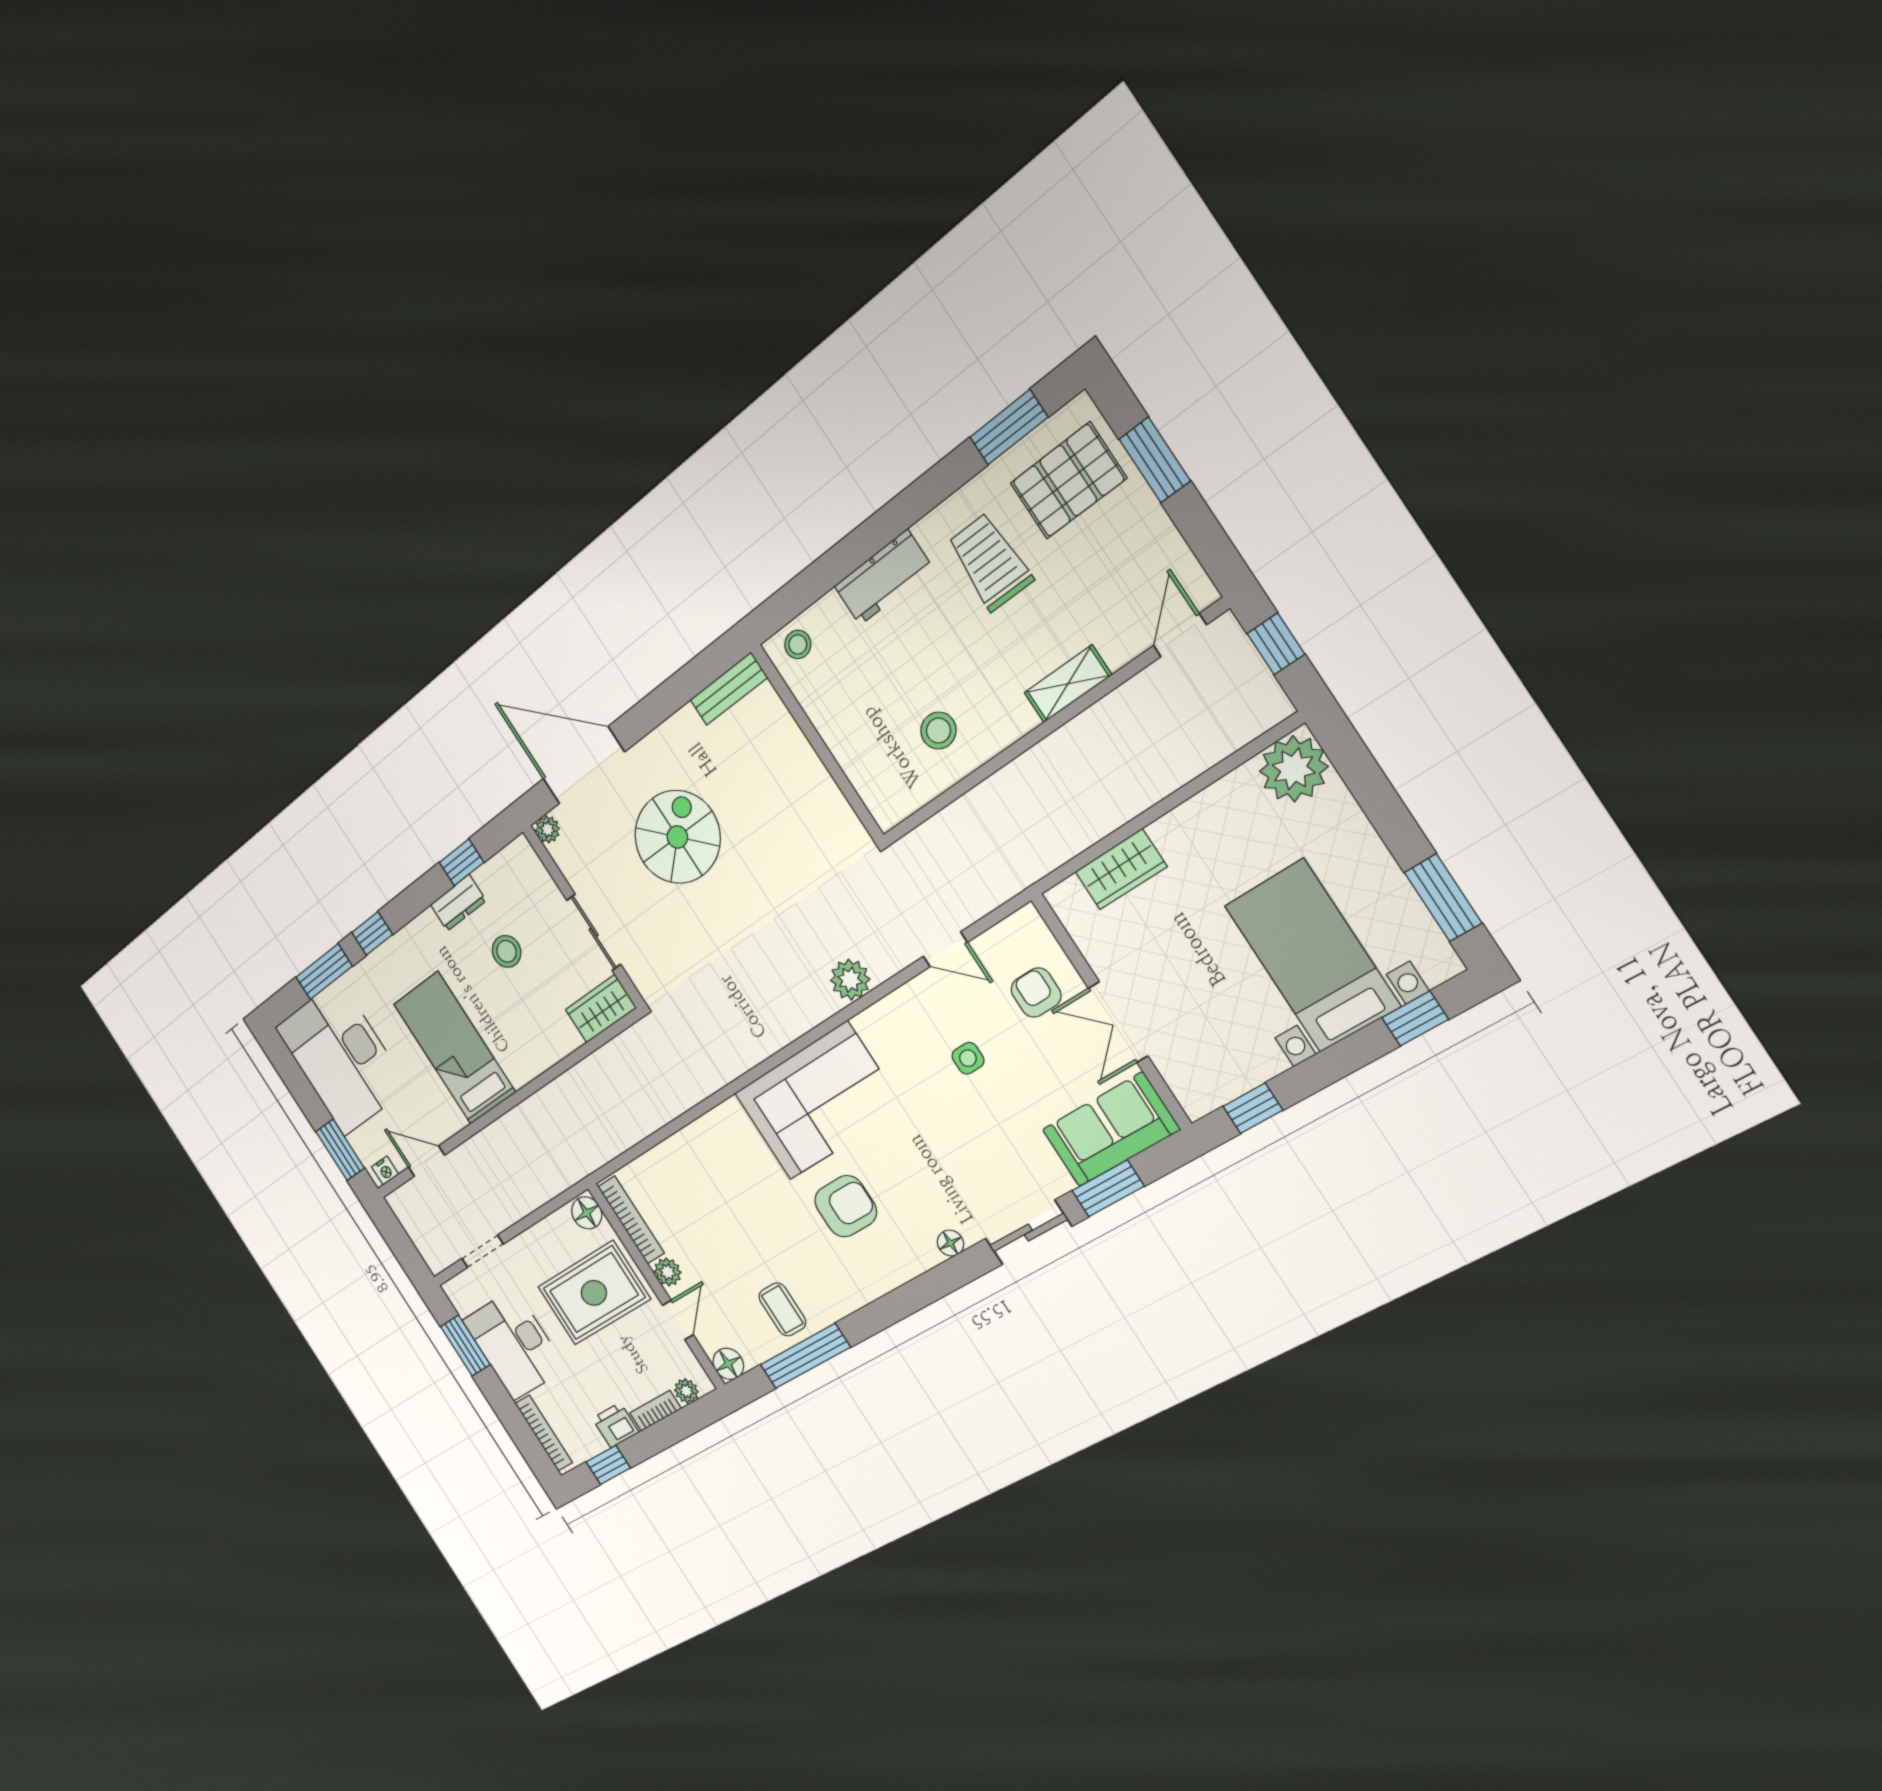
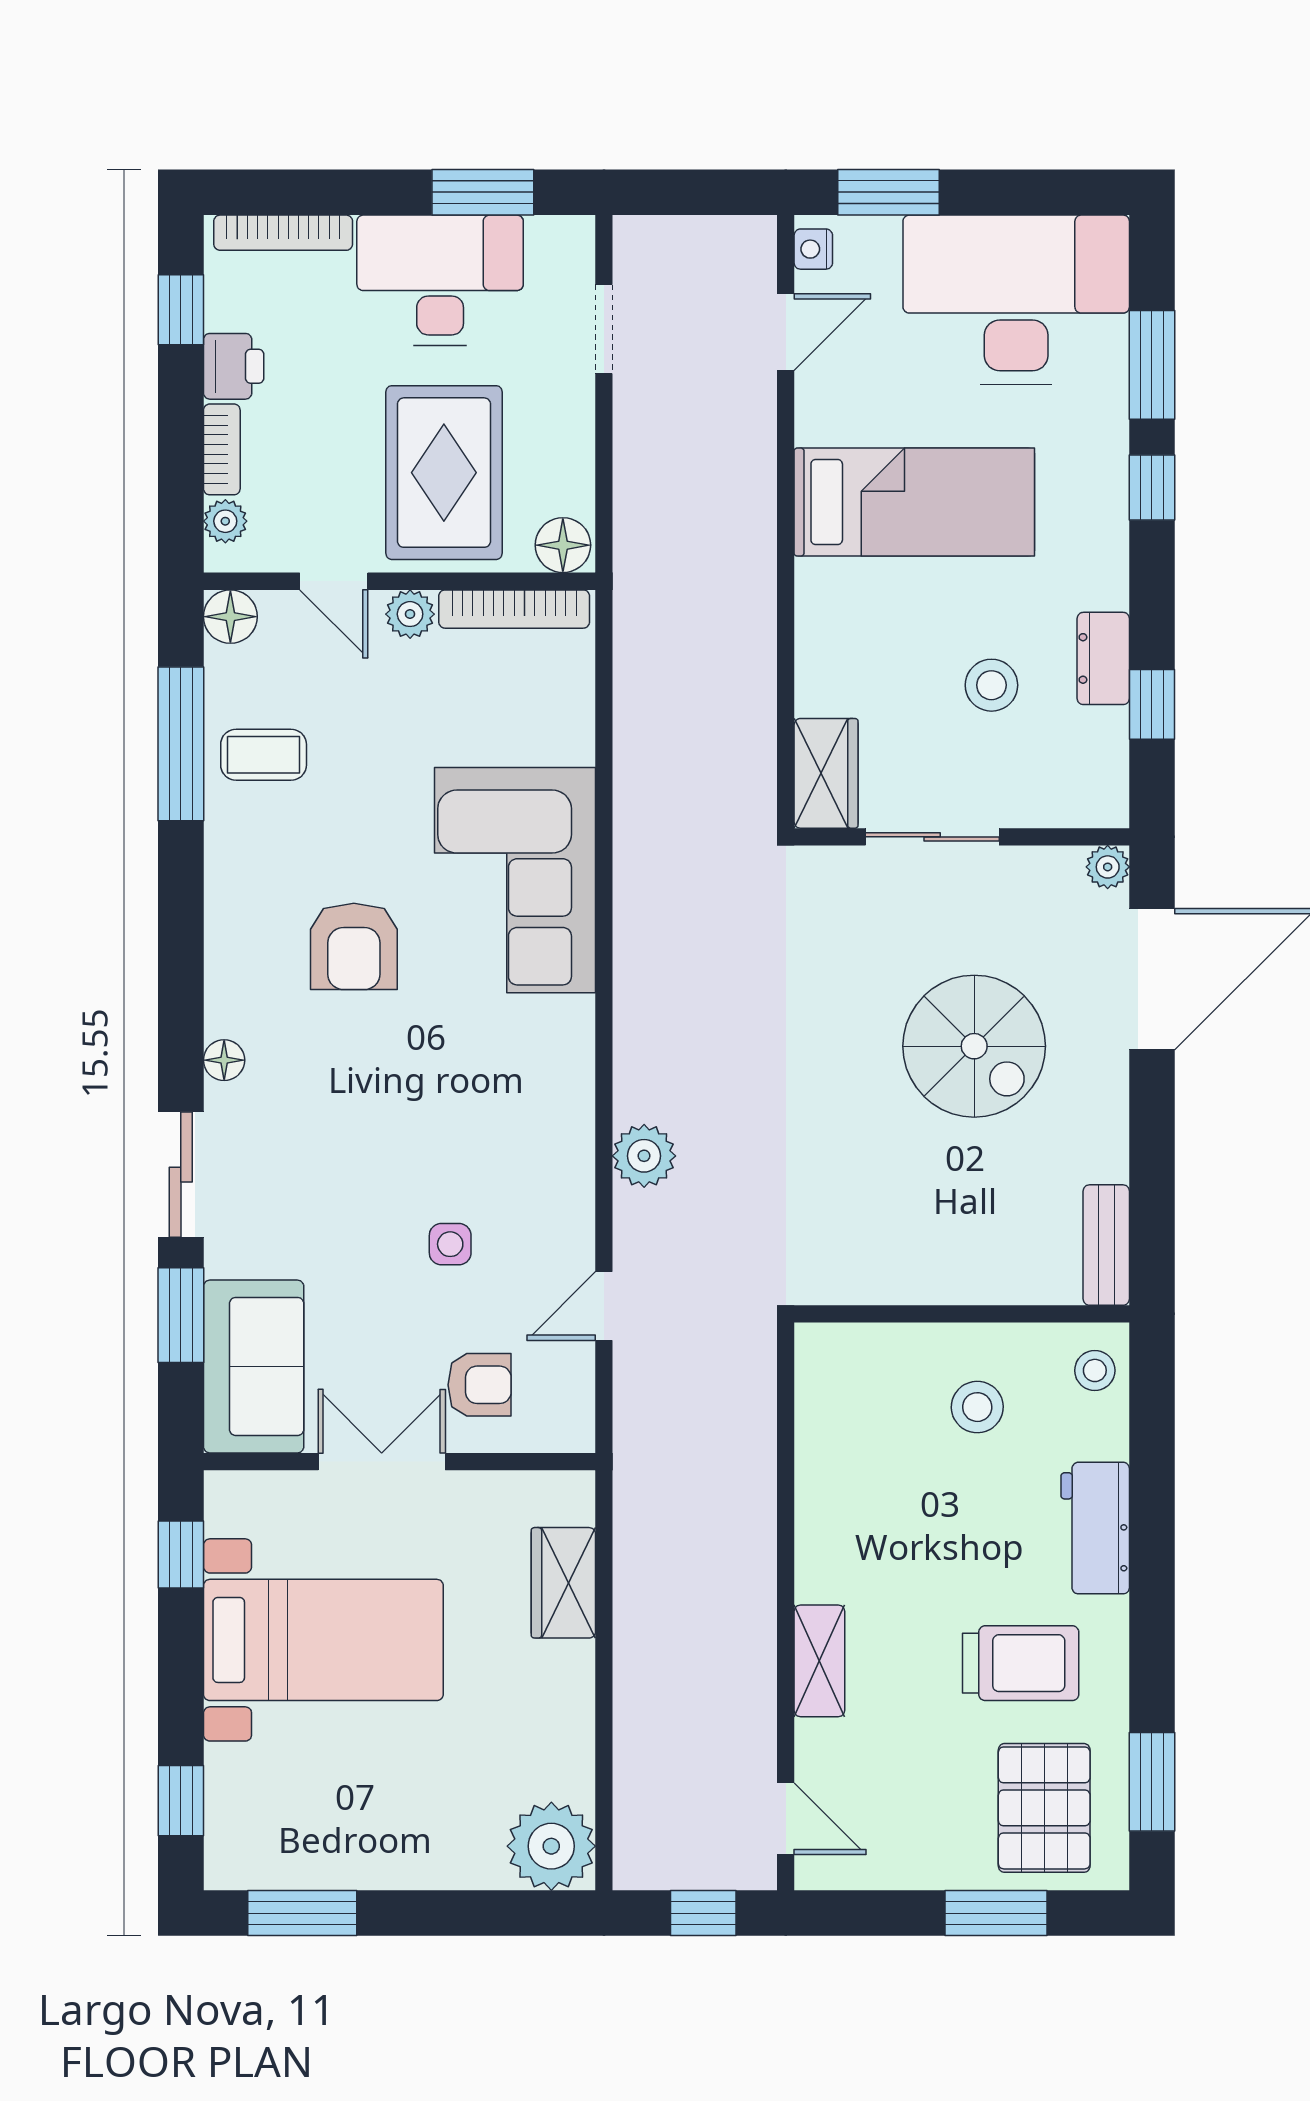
stool: (938, 731) -> (977, 1407), moved
bed with nightstands: (1312, 956) -> (323, 1640), moved
corner sofa: (818, 1101) -> (515, 880), moved

